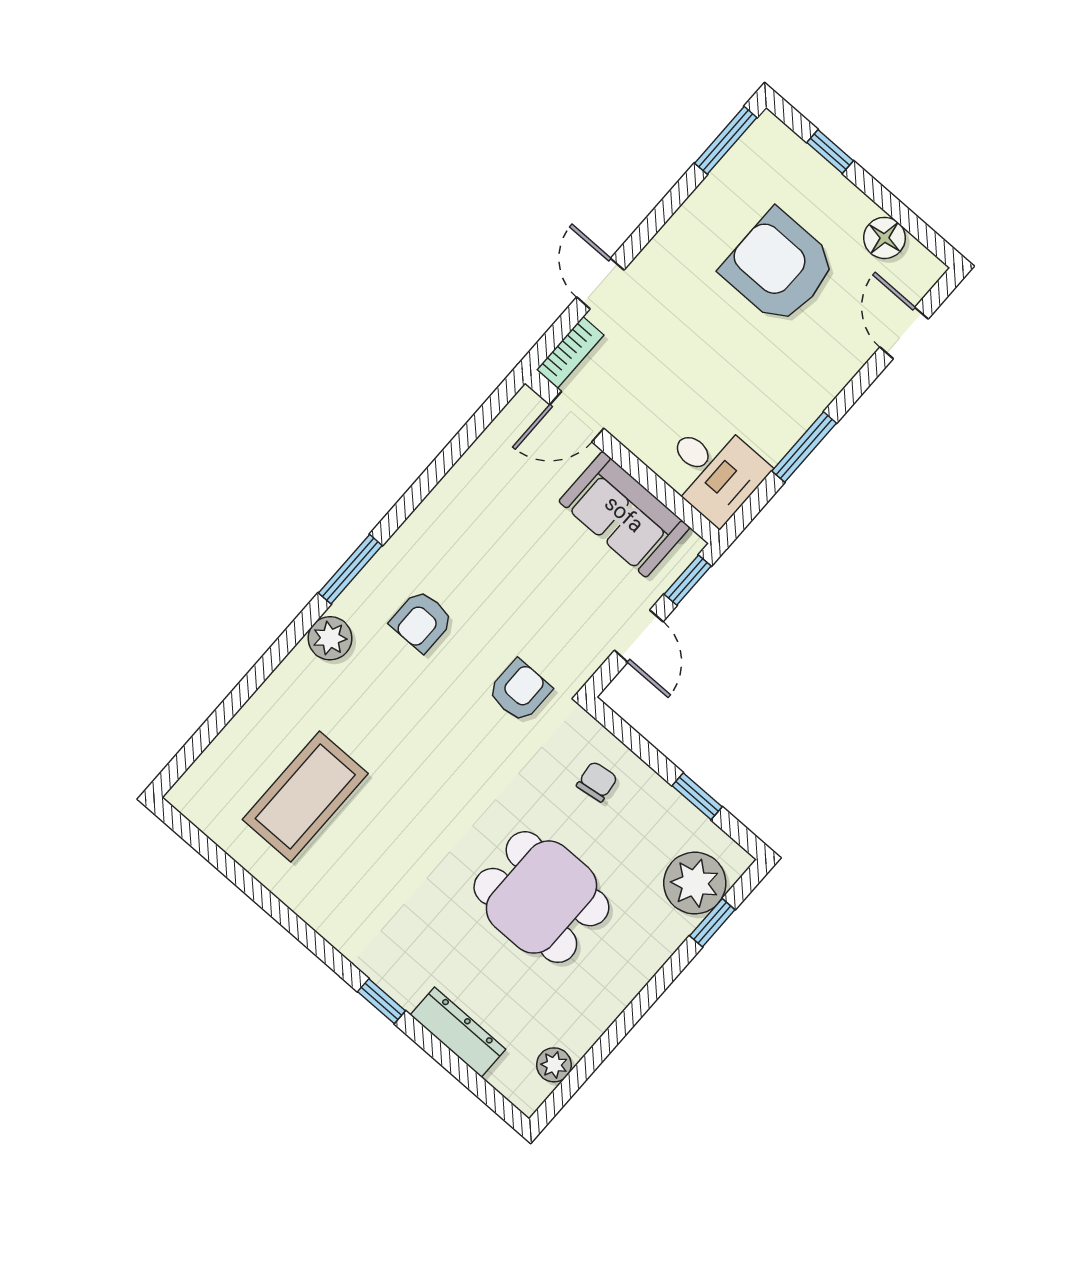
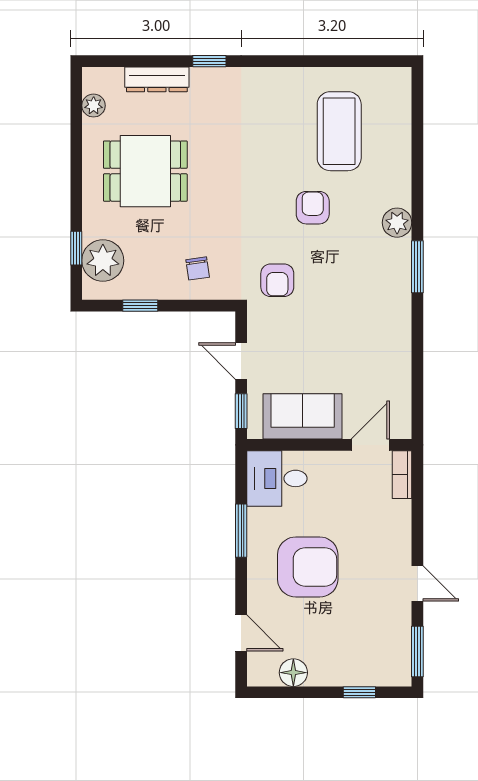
armchair: (779, 267) -> (308, 567), moved
door: (600, 284) -> (417, 584), moved
armchair: (422, 621) -> (313, 208), moved
dining table: (541, 897) -> (145, 171), moved

